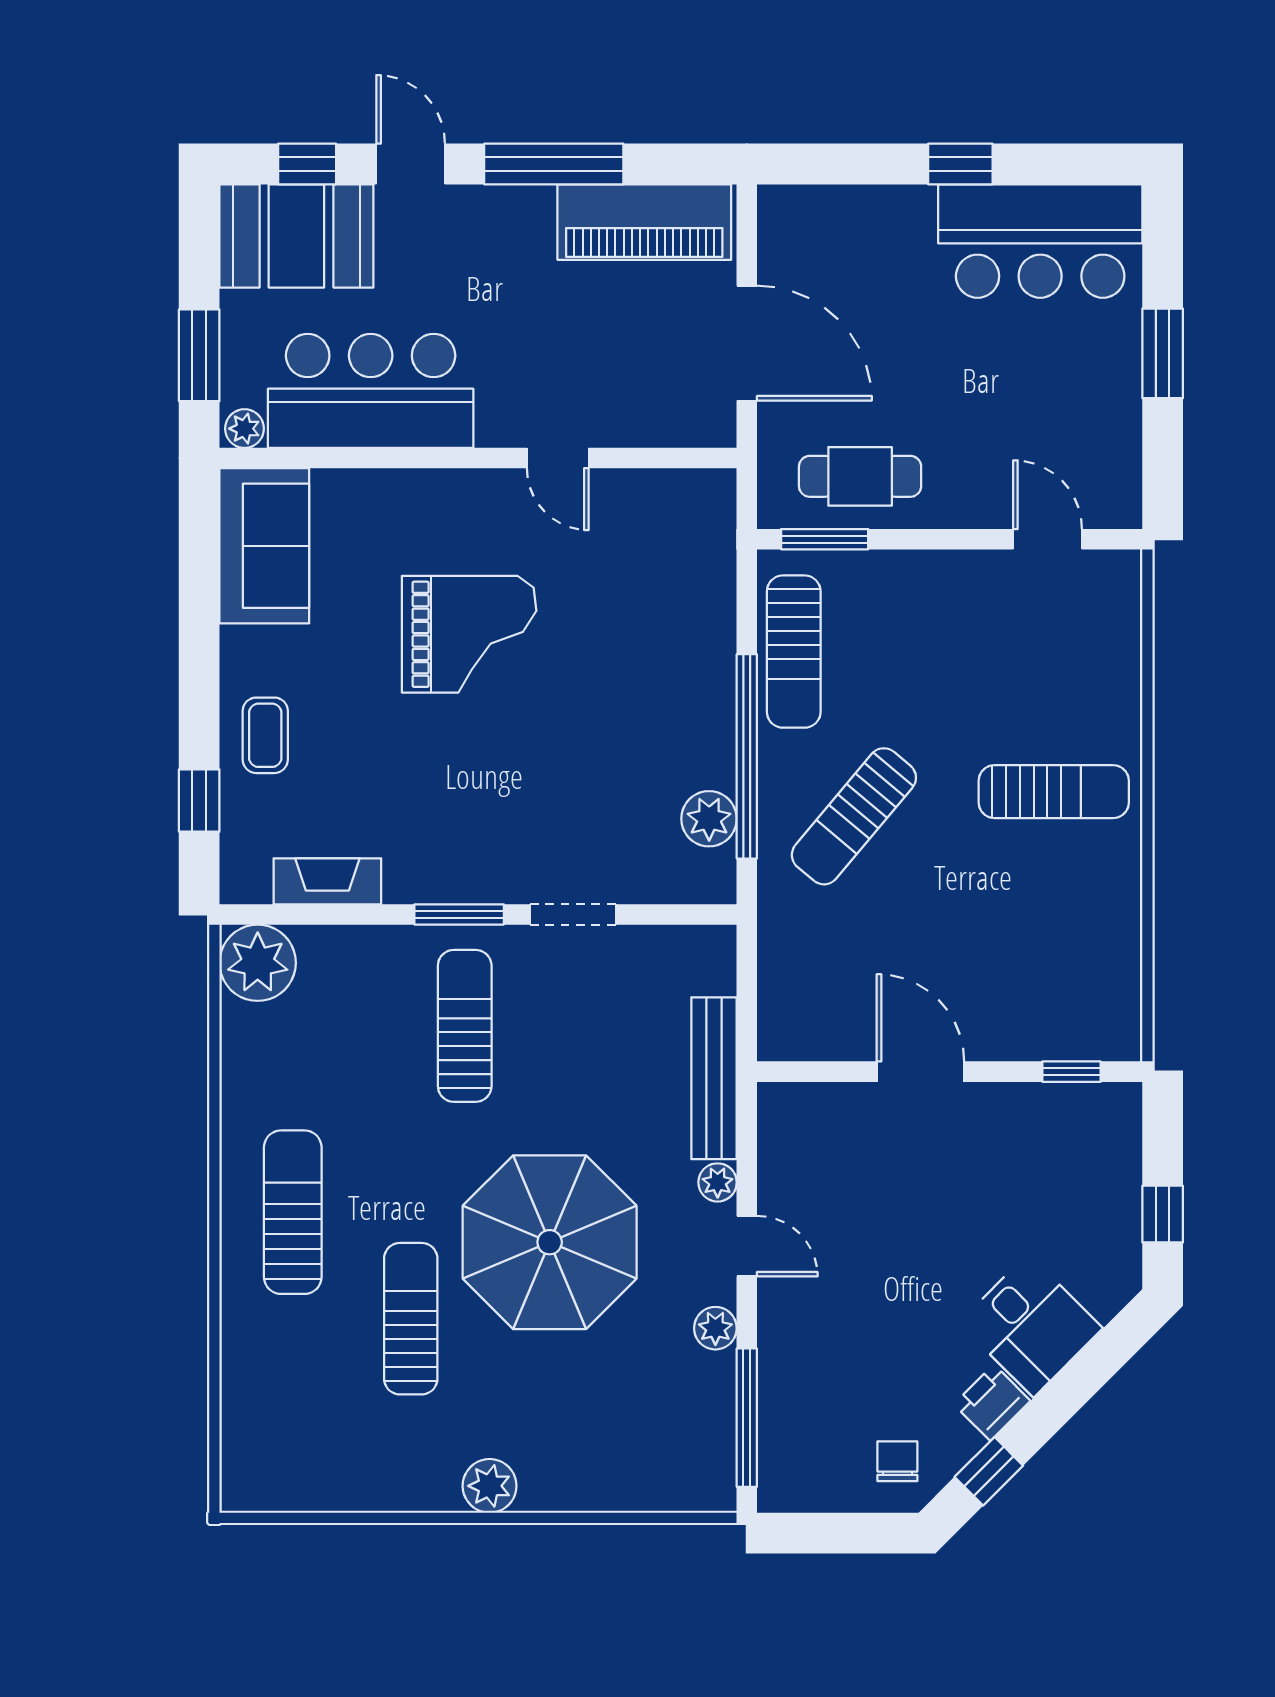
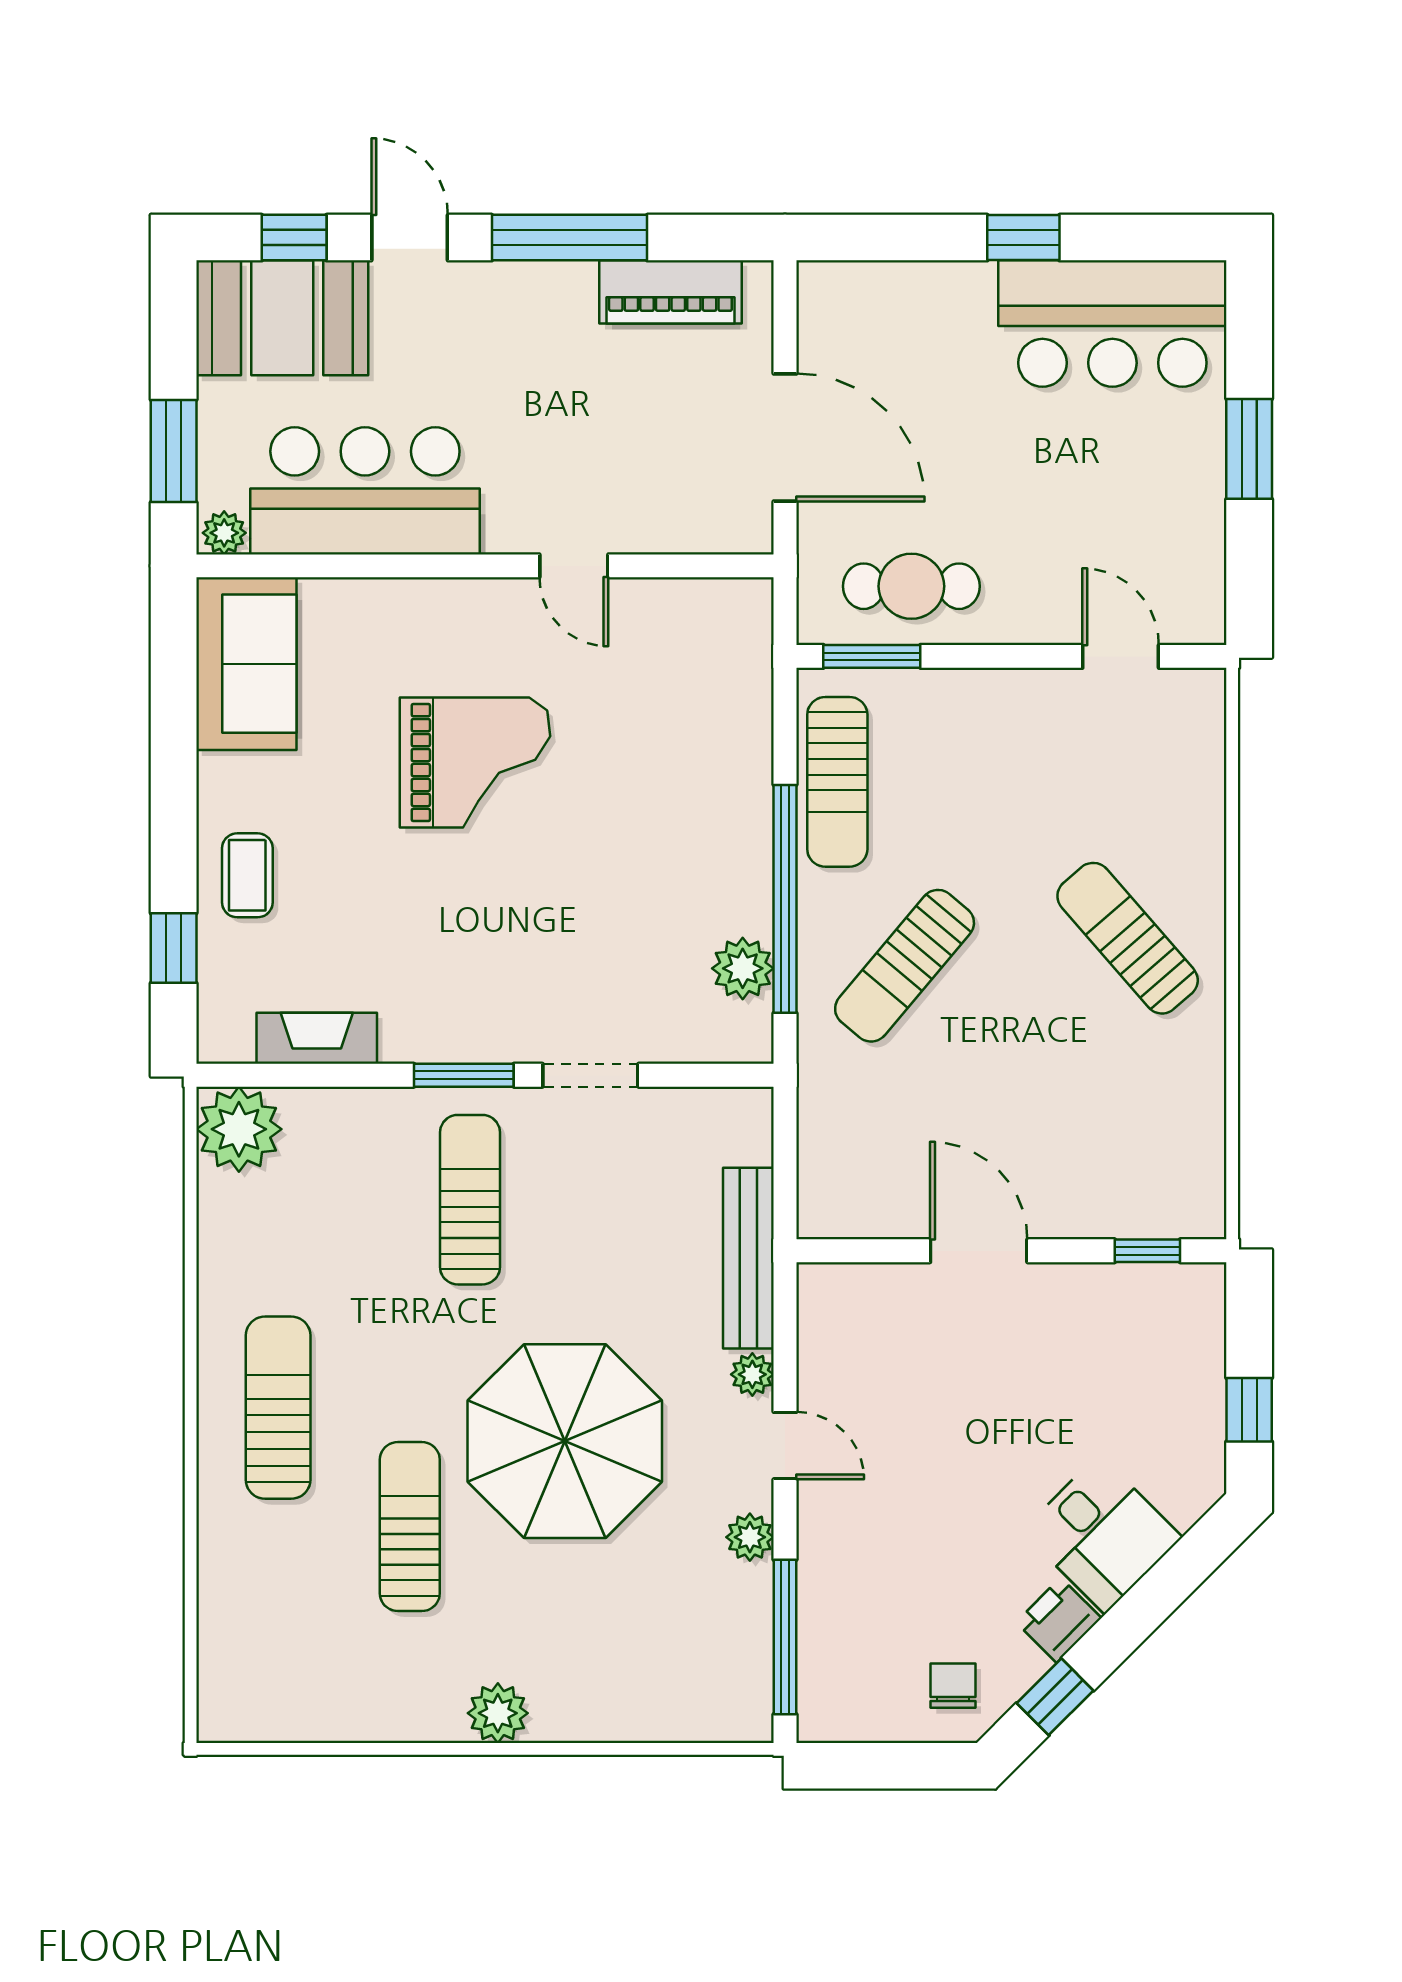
piano: (644, 222) -> (670, 292), width x0.73, depth x0.75
sun lounger: (1054, 792) -> (1128, 938), turned -131

